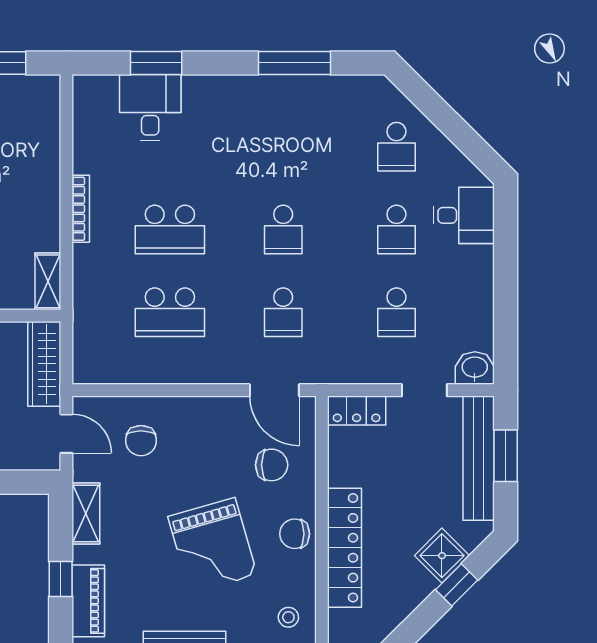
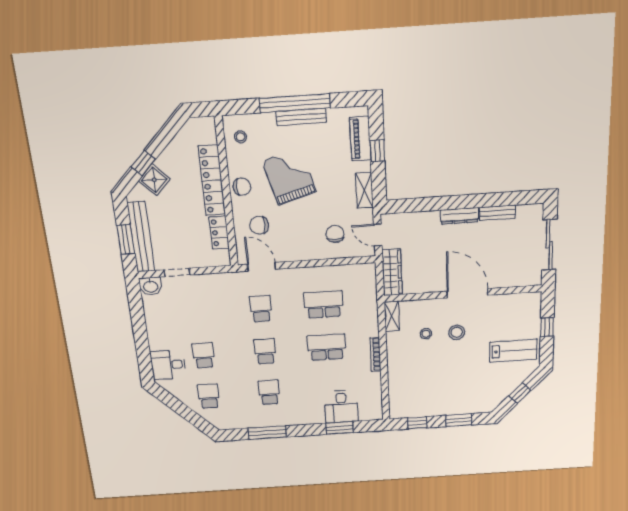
school desk: (396, 312) -> (269, 392), moved
locker: (357, 411) -> (219, 233), moved, turned -90

